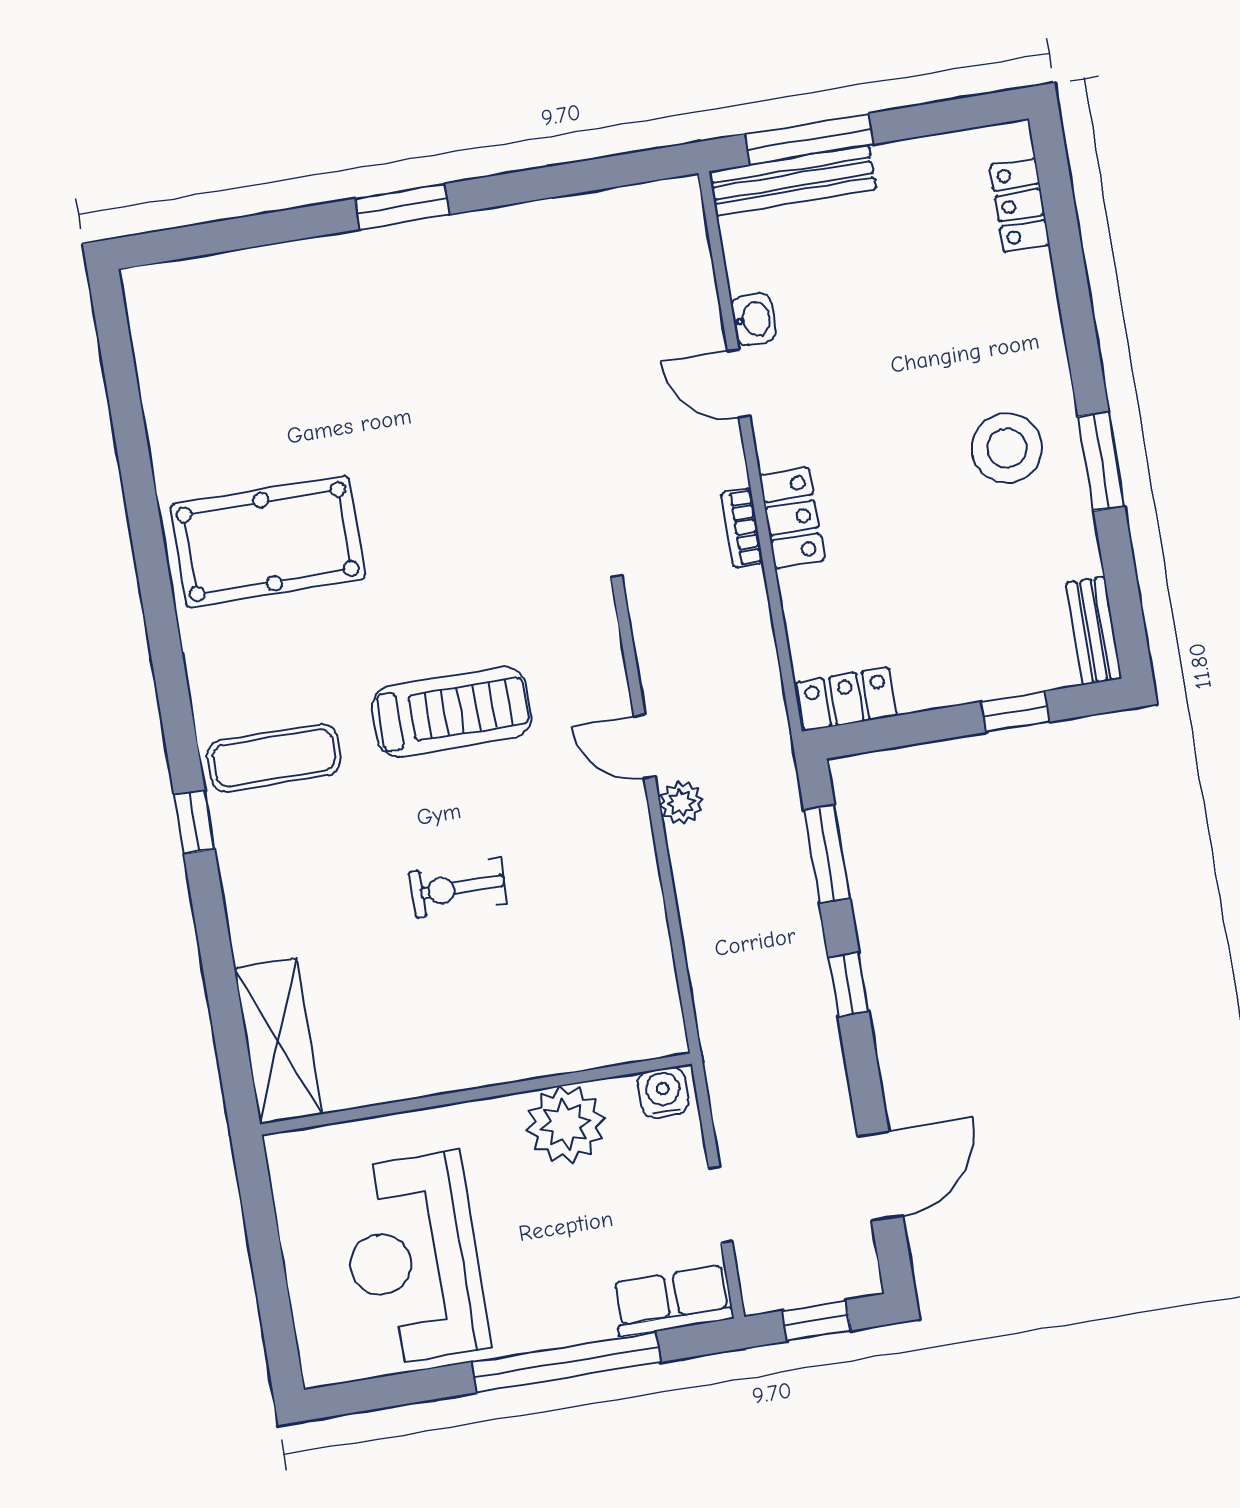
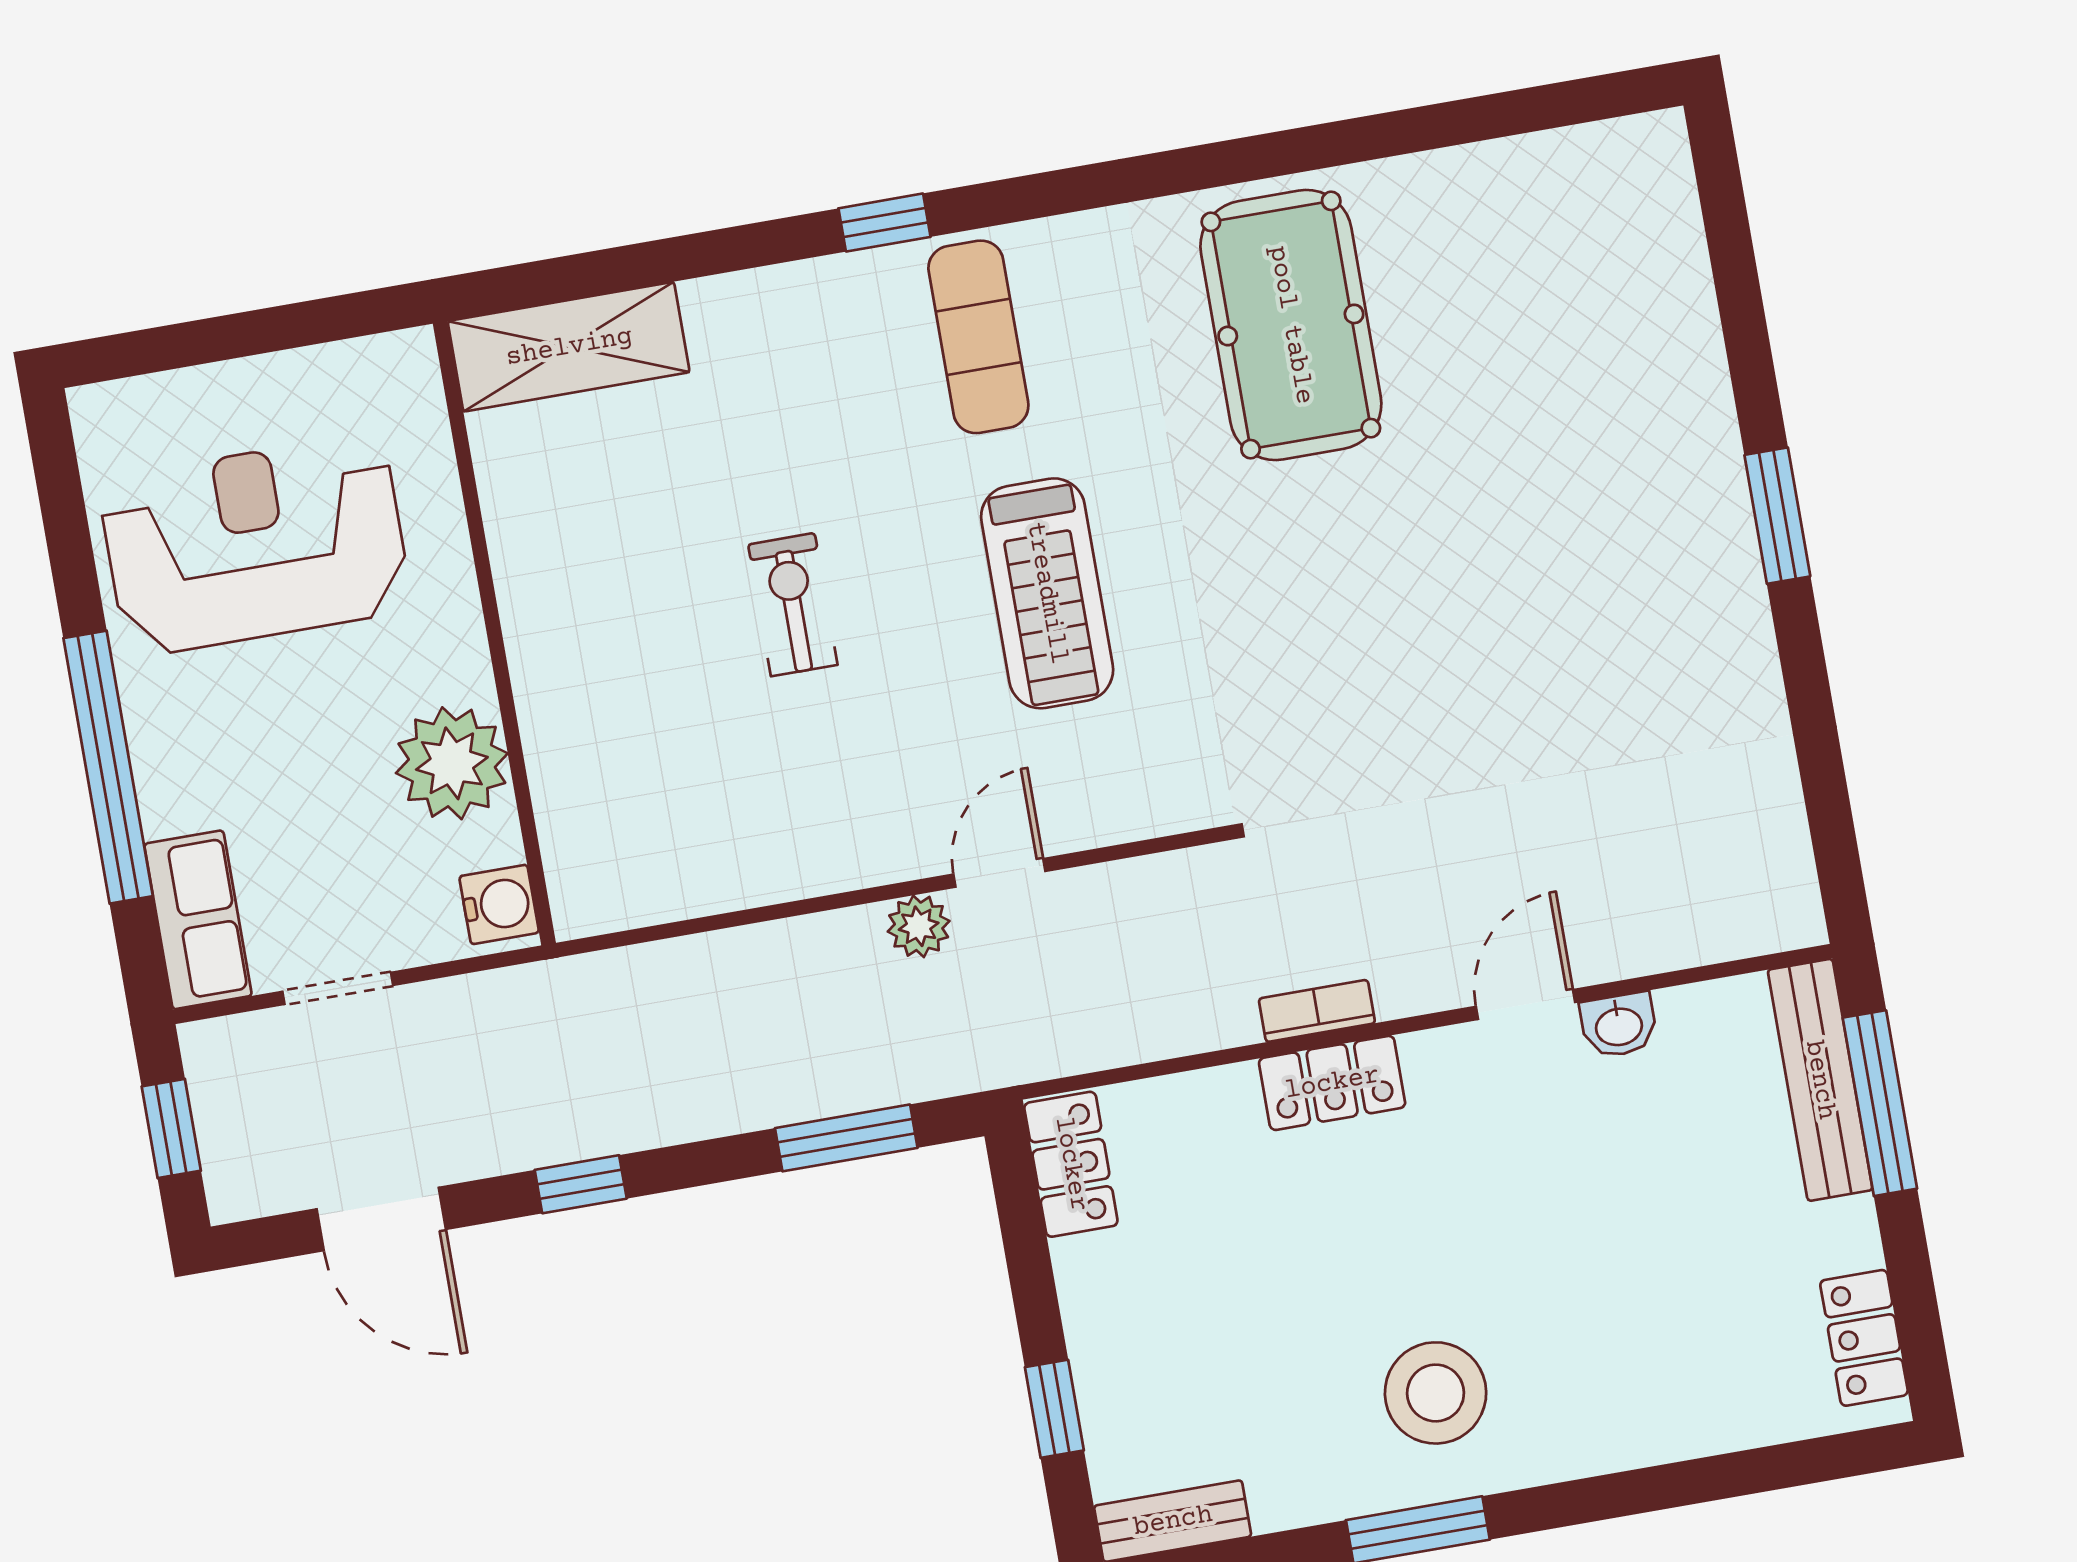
locker: (1020, 205) -> (1864, 1338), moved, turned -90
window: (849, 984) -> (581, 1184), moved

